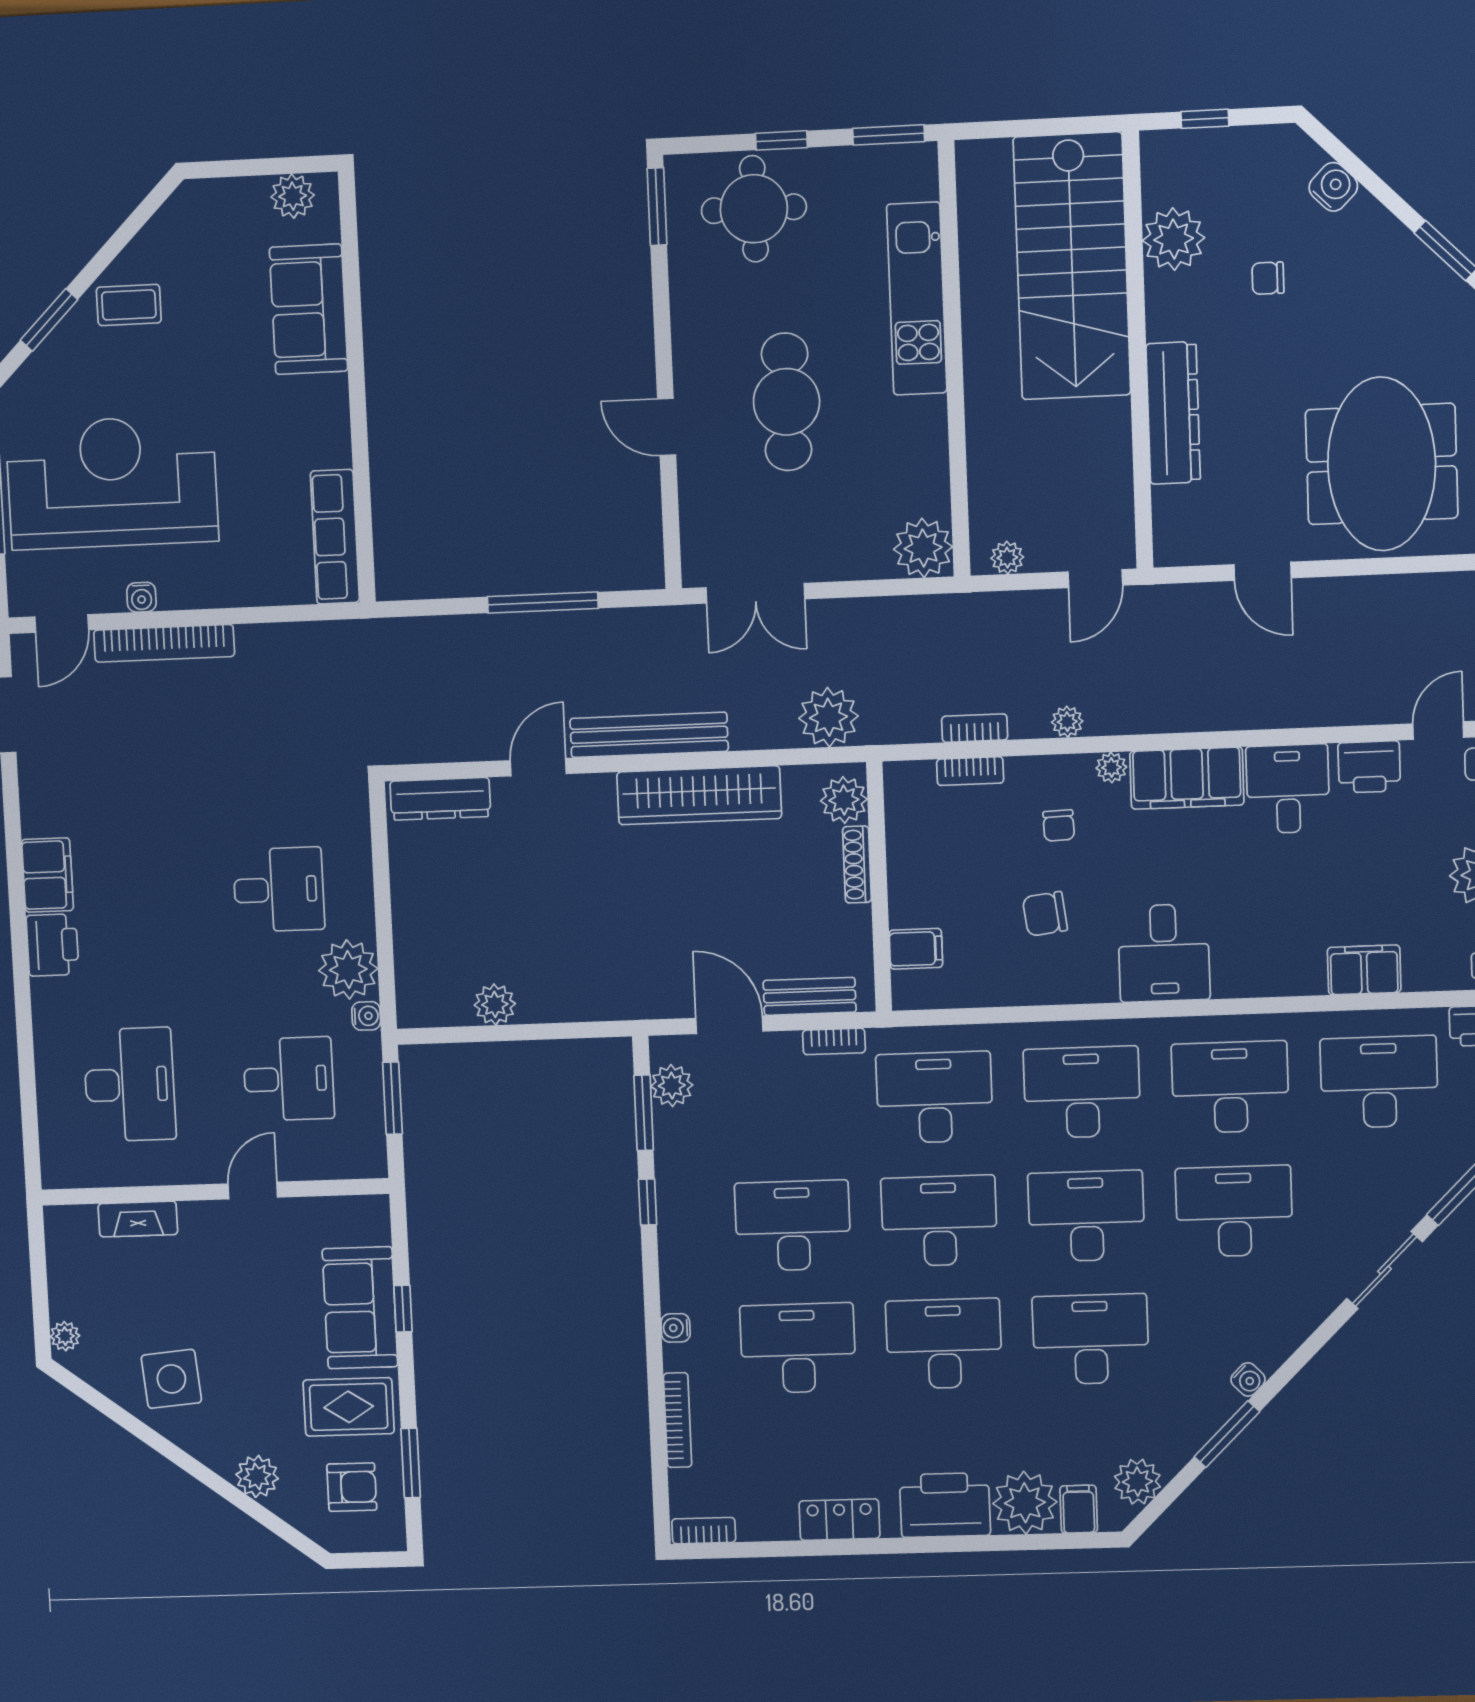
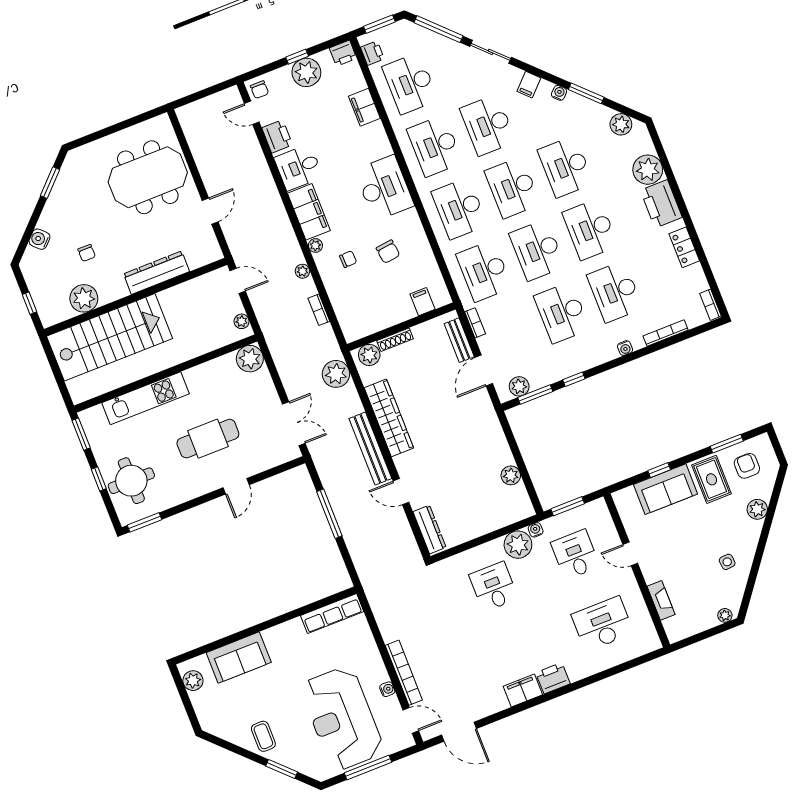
bookcase: (970, 771) -> (338, 305), removed
desk: (1164, 953) -> (384, 188), width x1.37
side table: (171, 1379) -> (727, 562), width x0.54, depth x0.54
filing cabinet: (1079, 1509) -> (529, 85), moved, turned -45

